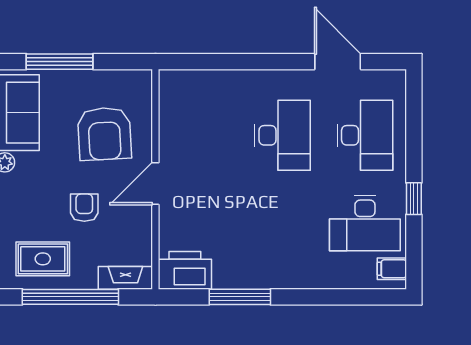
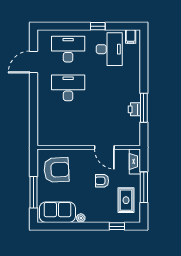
armchair: (104, 134) -> (57, 170), moved
door: (155, 184) -> (104, 147), moved
printer: (185, 270) -> (134, 109), moved, width x0.53, depth x0.68
window: (70, 297) -> (144, 187), width x0.68

